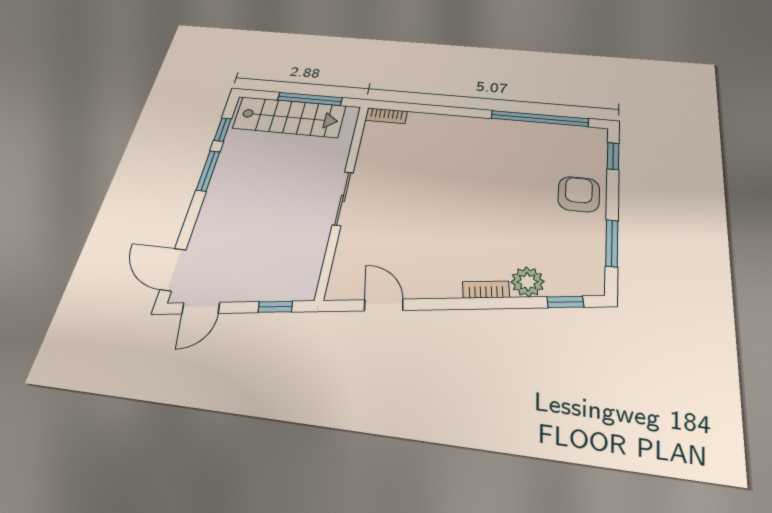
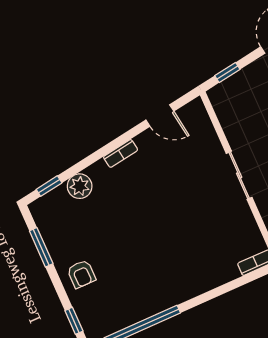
armchair: (579, 194) -> (81, 274), width x0.72, depth x0.72
bookcase: (486, 290) -> (121, 153), moved

